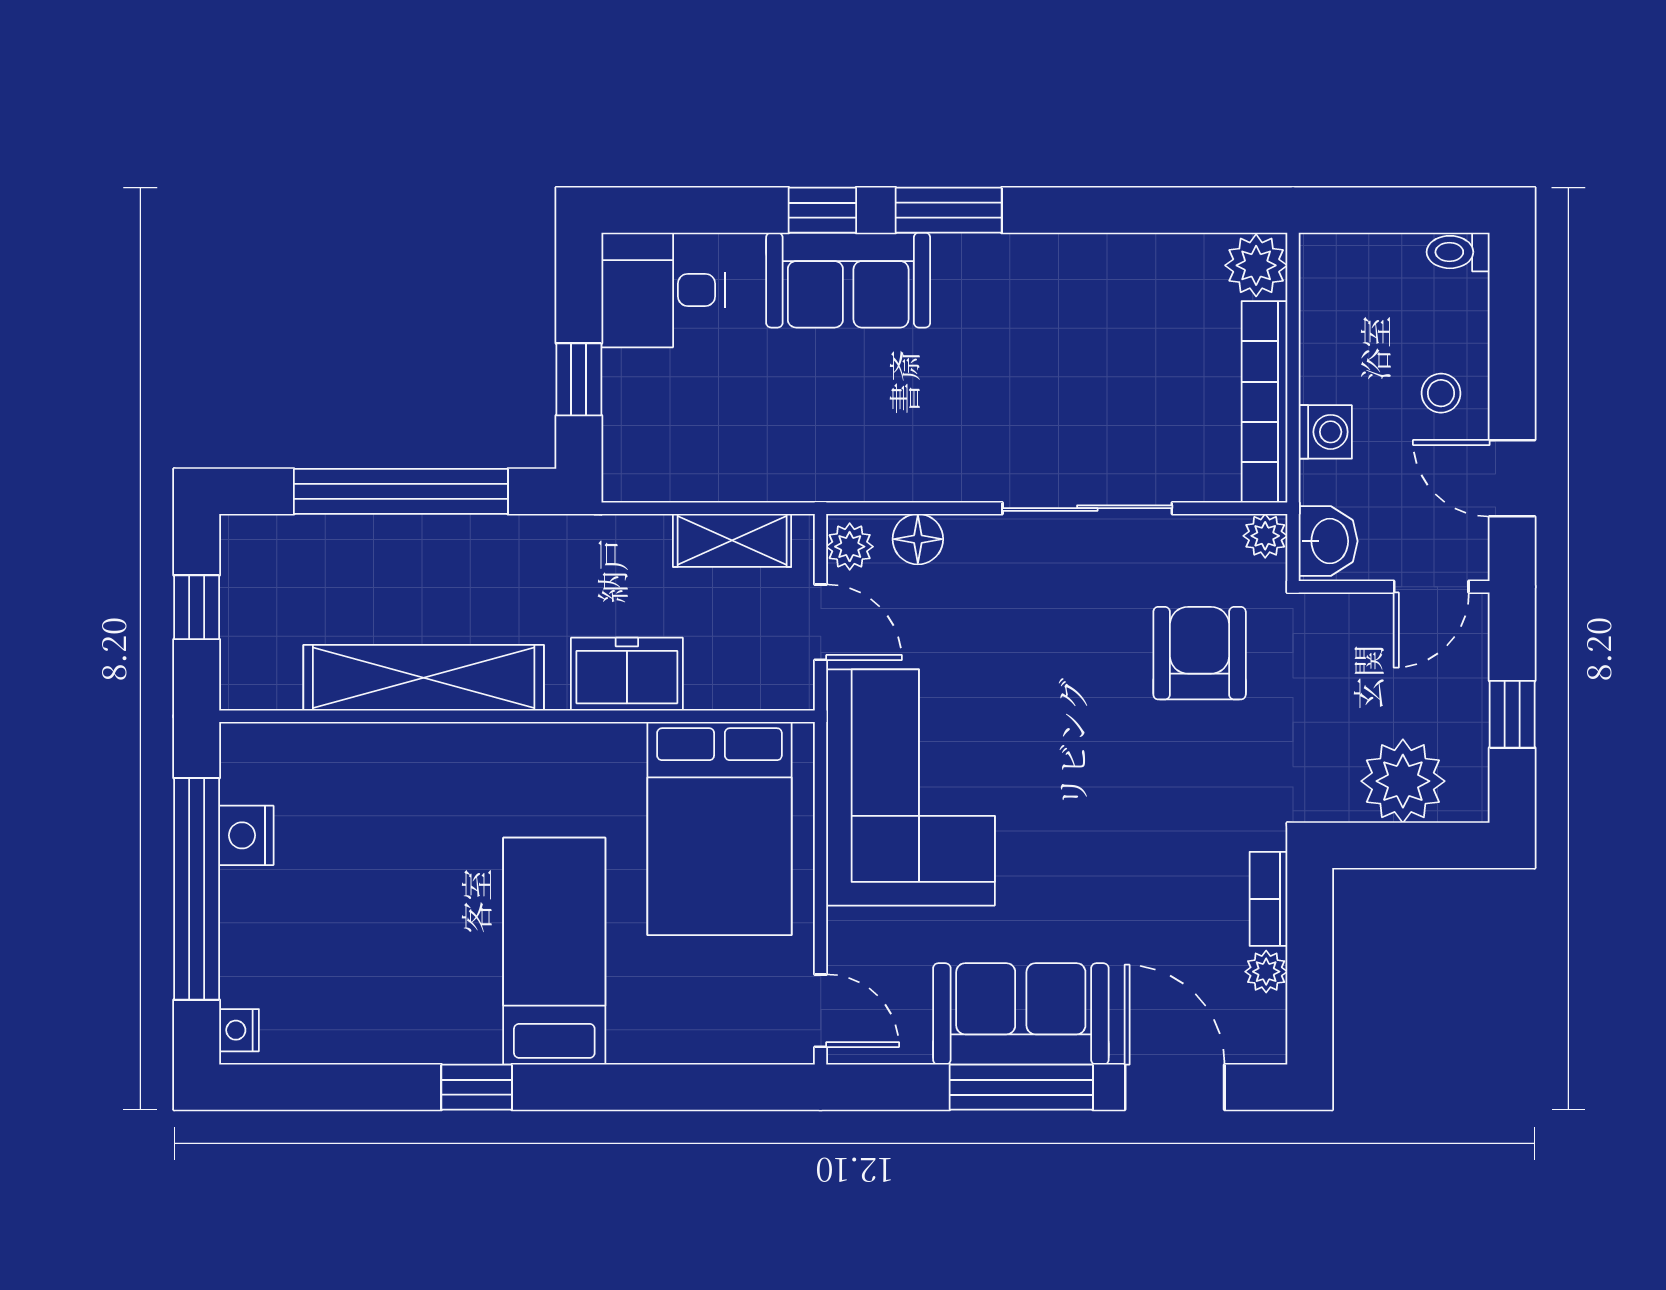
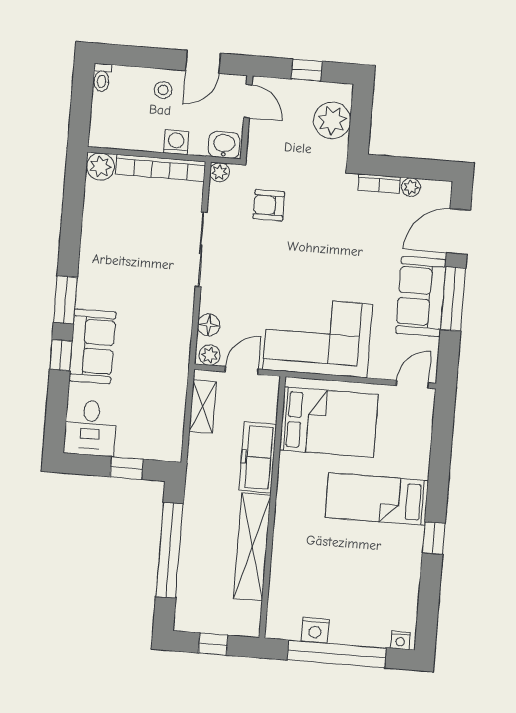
armchair: (1200, 653) -> (269, 205), width x0.72, depth x0.72
freezer: (627, 674) -> (258, 457), width x1.40

